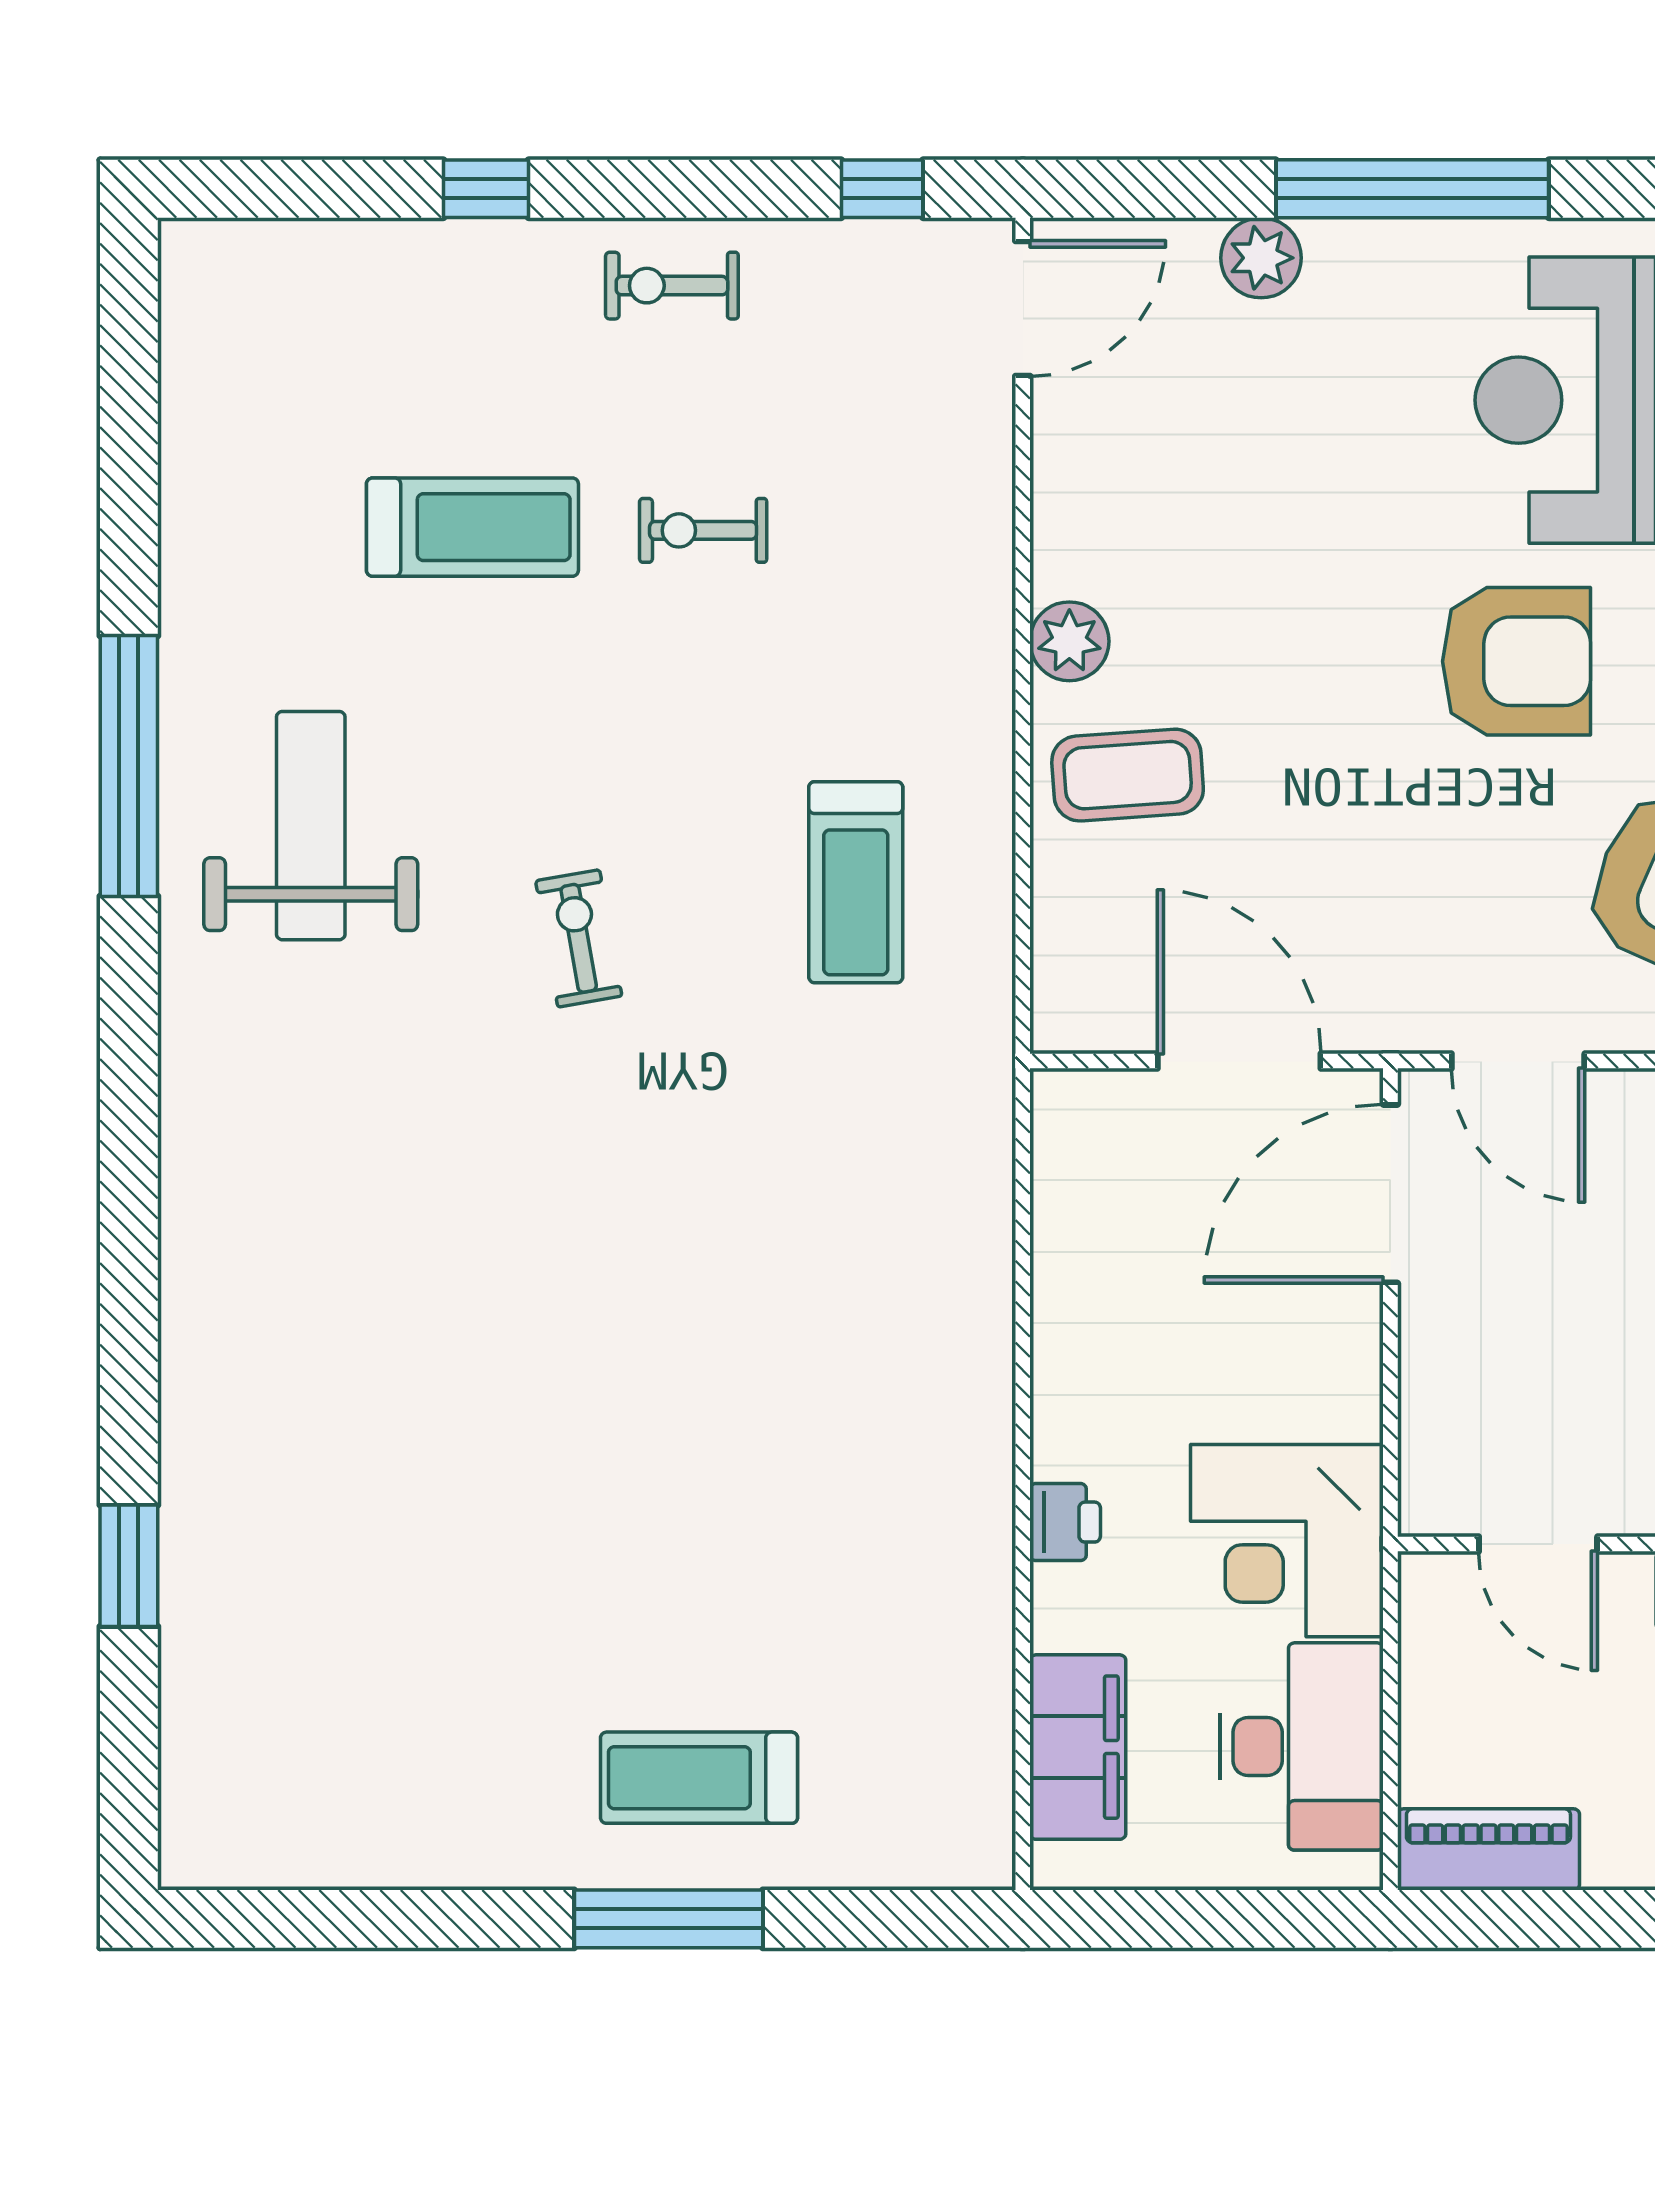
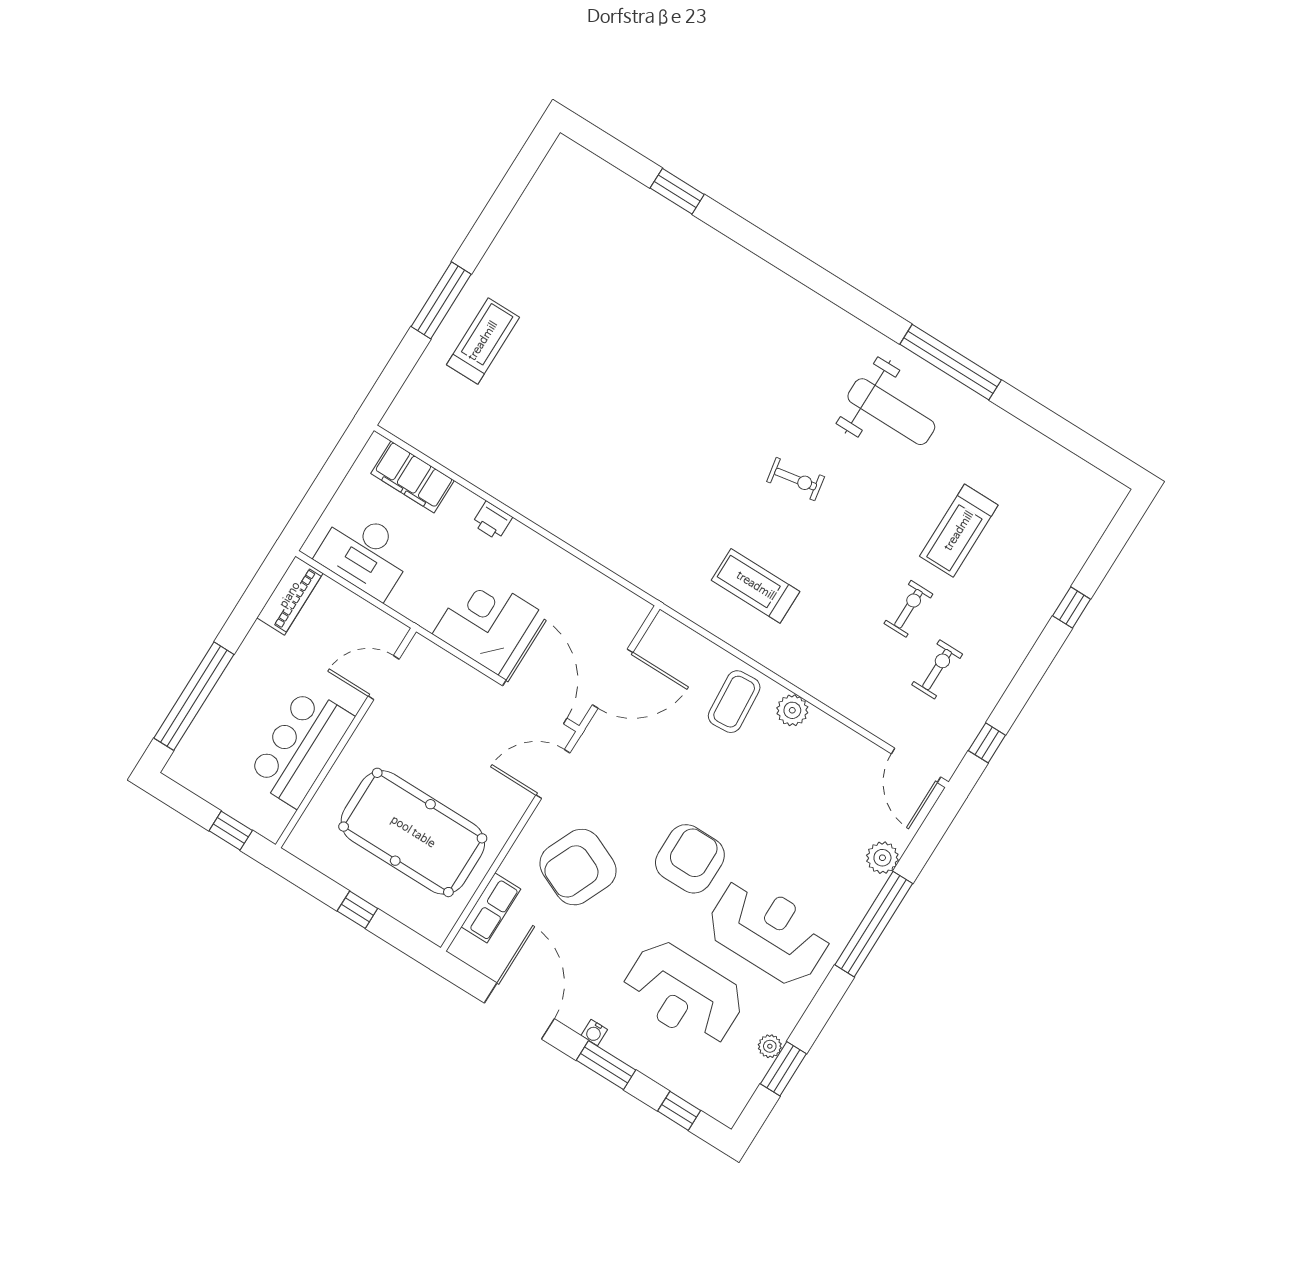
exercise bike: (672, 286) -> (937, 669), moved
armchair: (1516, 661) -> (690, 859), turned 180
corner desk: (1287, 1541) -> (485, 622), moved

